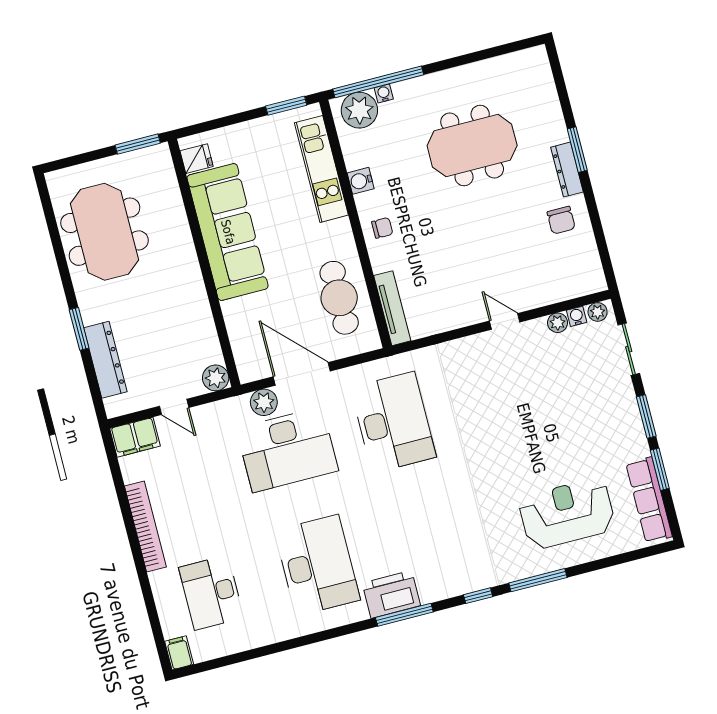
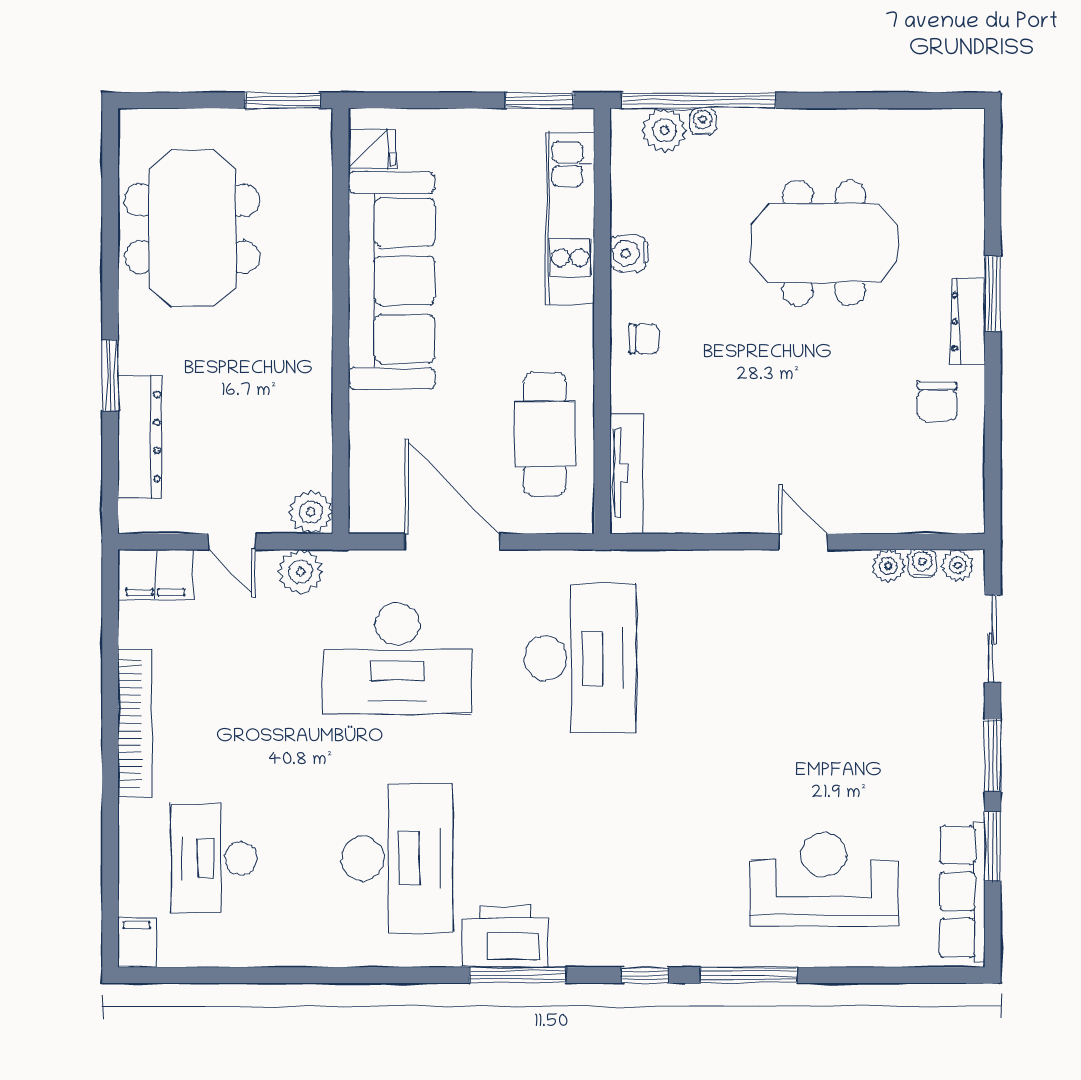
plant: (359, 110) -> (664, 130), width x0.73, depth x0.73
plant: (264, 402) -> (300, 572), moved

